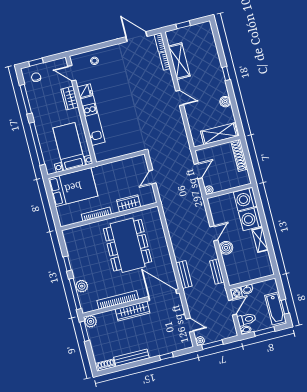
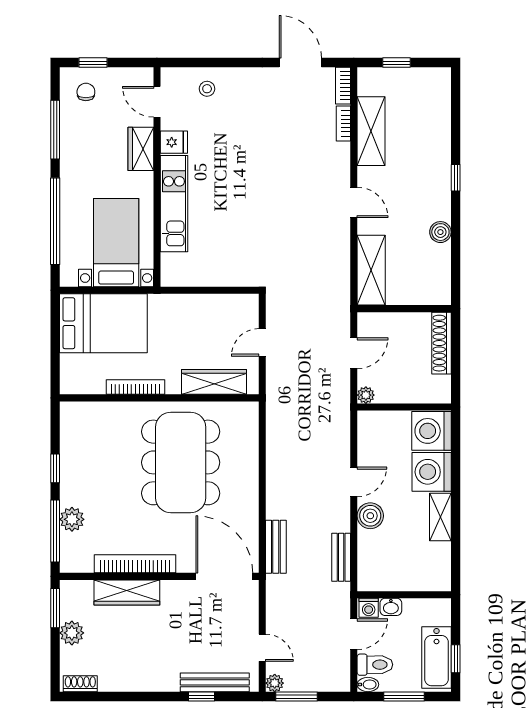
shelving: (219, 134) -> (371, 270), moved, turned 90
wardrobe: (129, 203) -> (214, 382), width x1.50
wardrobe: (132, 311) -> (127, 592), moved
plant: (91, 321) -> (72, 633), moved
bench: (132, 358) -> (215, 682), moved

